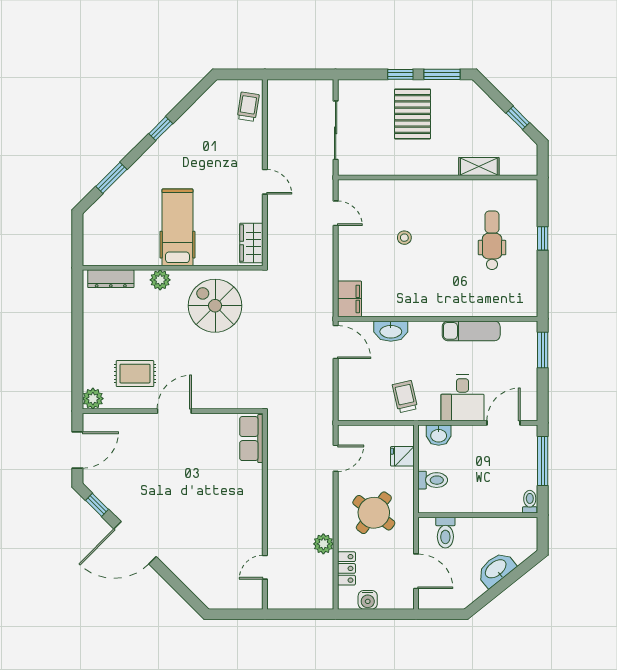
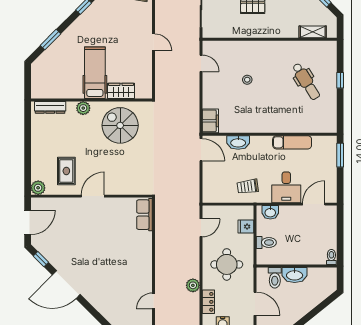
shelving: (479, 166) -> (313, 32), moved
dental chair: (492, 240) -> (306, 81), turned 148
wardrobe: (251, 243) -> (121, 91), moved, turned 90
rug: (135, 374) -> (66, 171), turned 90
trolley: (405, 397) -> (248, 186), turned -85
window: (543, 461) -> (340, 230), removed
round table: (374, 513) -> (227, 264), turned -37
washbasin: (496, 569) -> (295, 275), moved, turned -141

